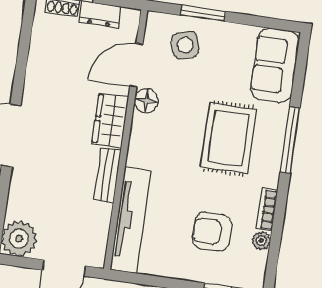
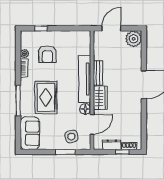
tv unit: (131, 220) -> (85, 79), moved
armchair: (212, 232) -> (47, 54), turned 90

